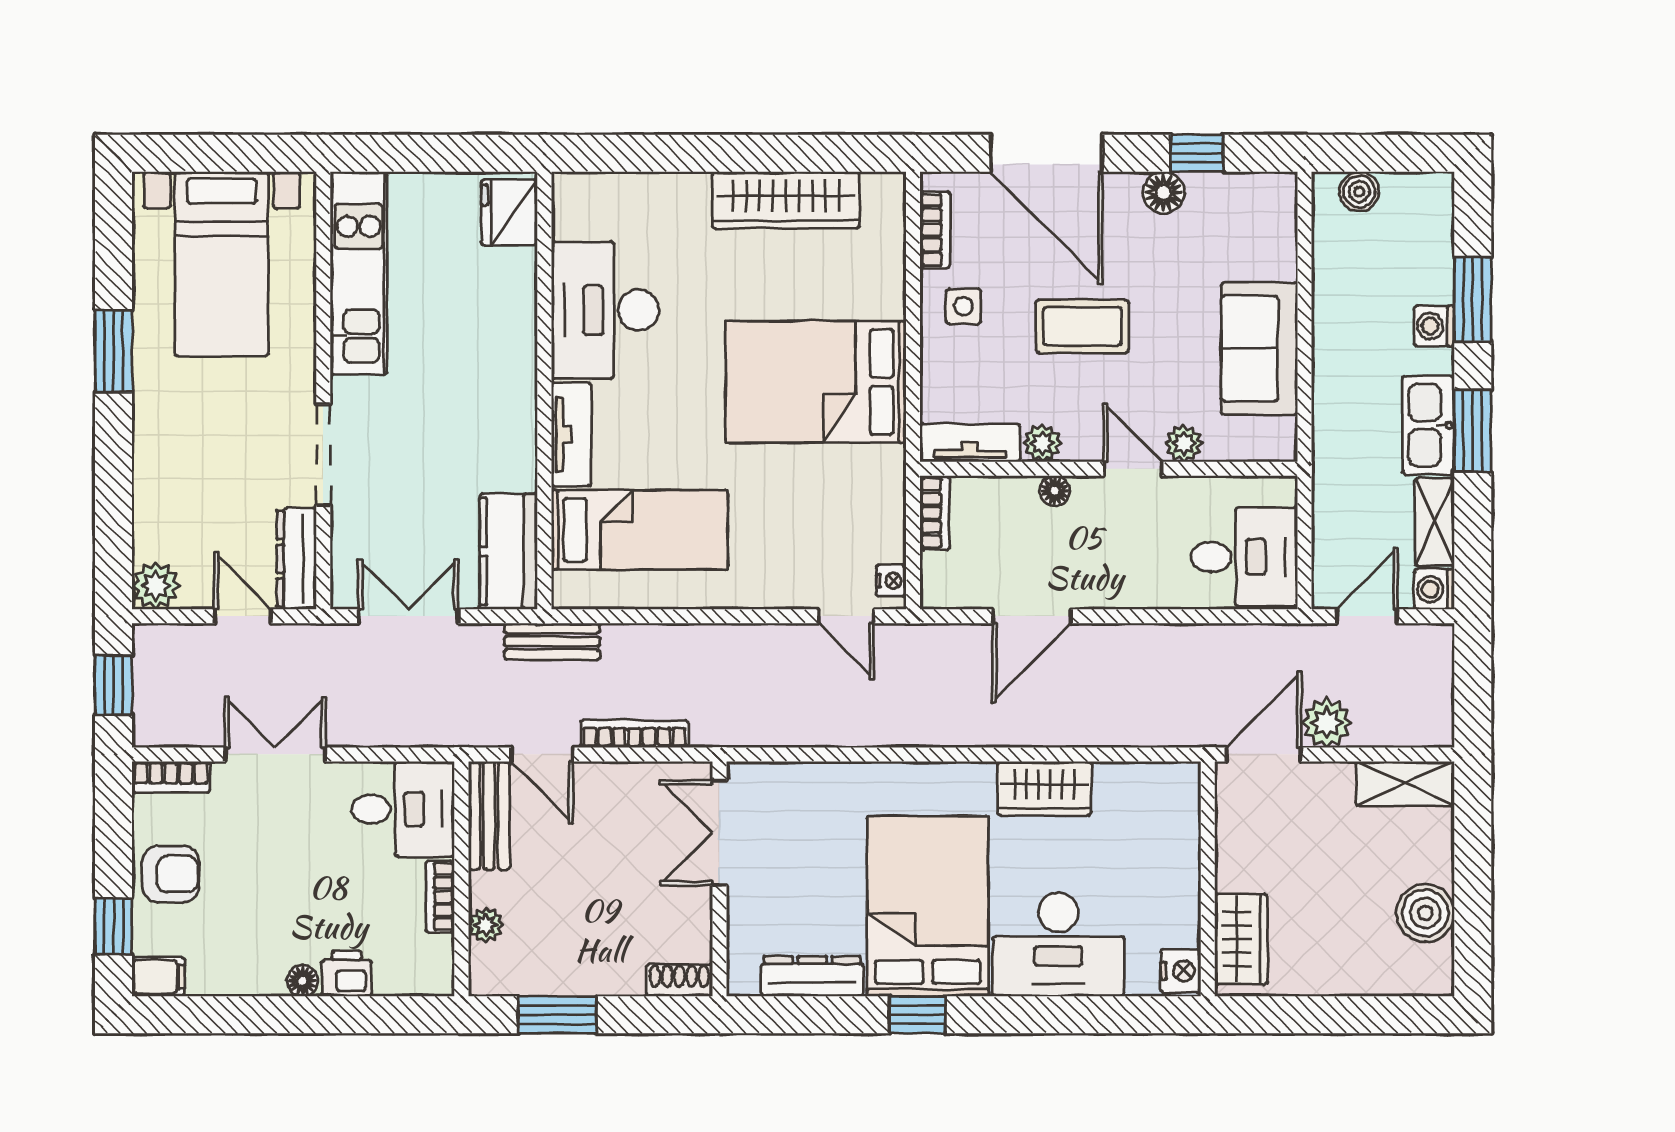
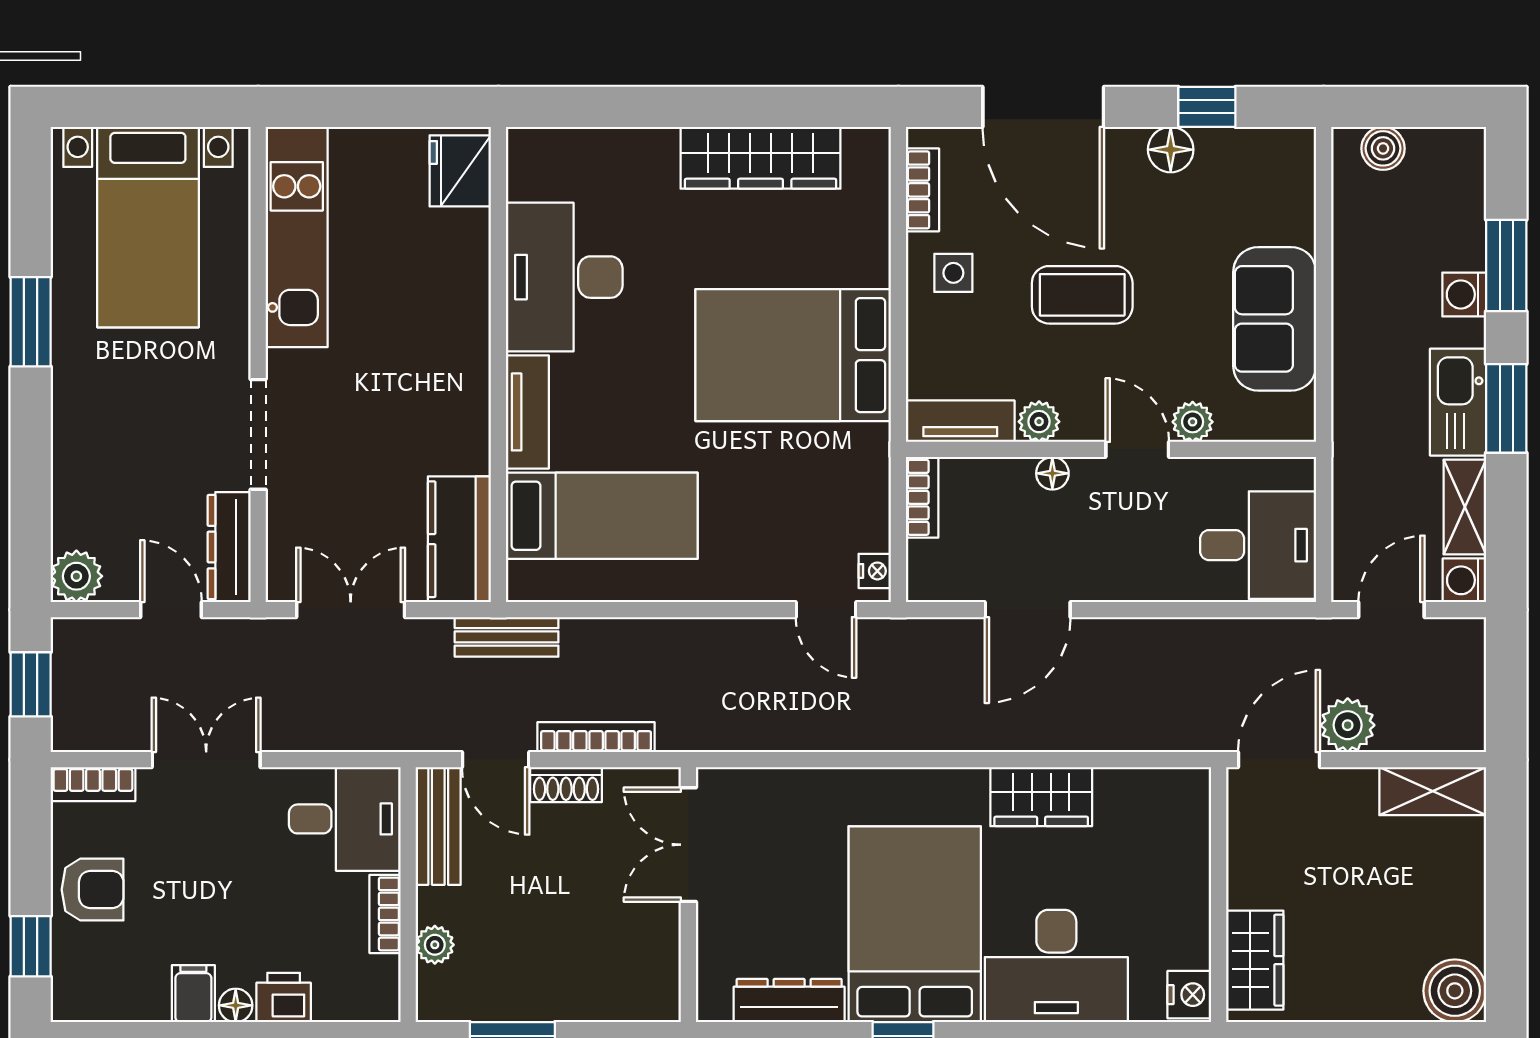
boiler: (1425, 913) -> (1455, 991), moved
filing cabinet: (158, 977) -> (193, 994), moved, turned -90
shoe rack: (679, 980) -> (566, 785), moved, turned 180

